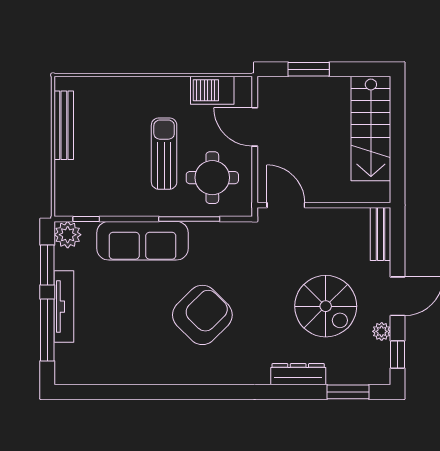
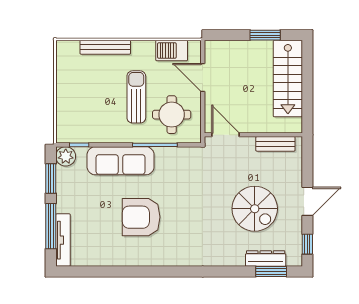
window: (309, 69) -> (265, 35), moved
bench: (64, 125) -> (105, 47), moved, turned 90
bench: (381, 234) -> (275, 144), moved, turned 90
tv unit: (64, 307) -> (63, 240), moved
armchair: (202, 315) -> (141, 217), moved, turned -135
plant: (382, 331) -> (296, 227), removed
dresser: (298, 374) -> (266, 259), moved

